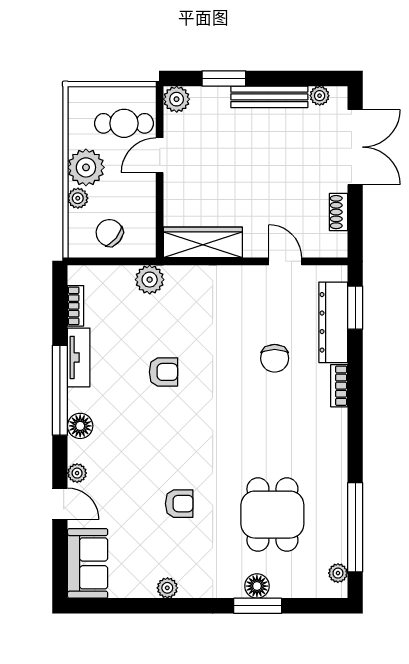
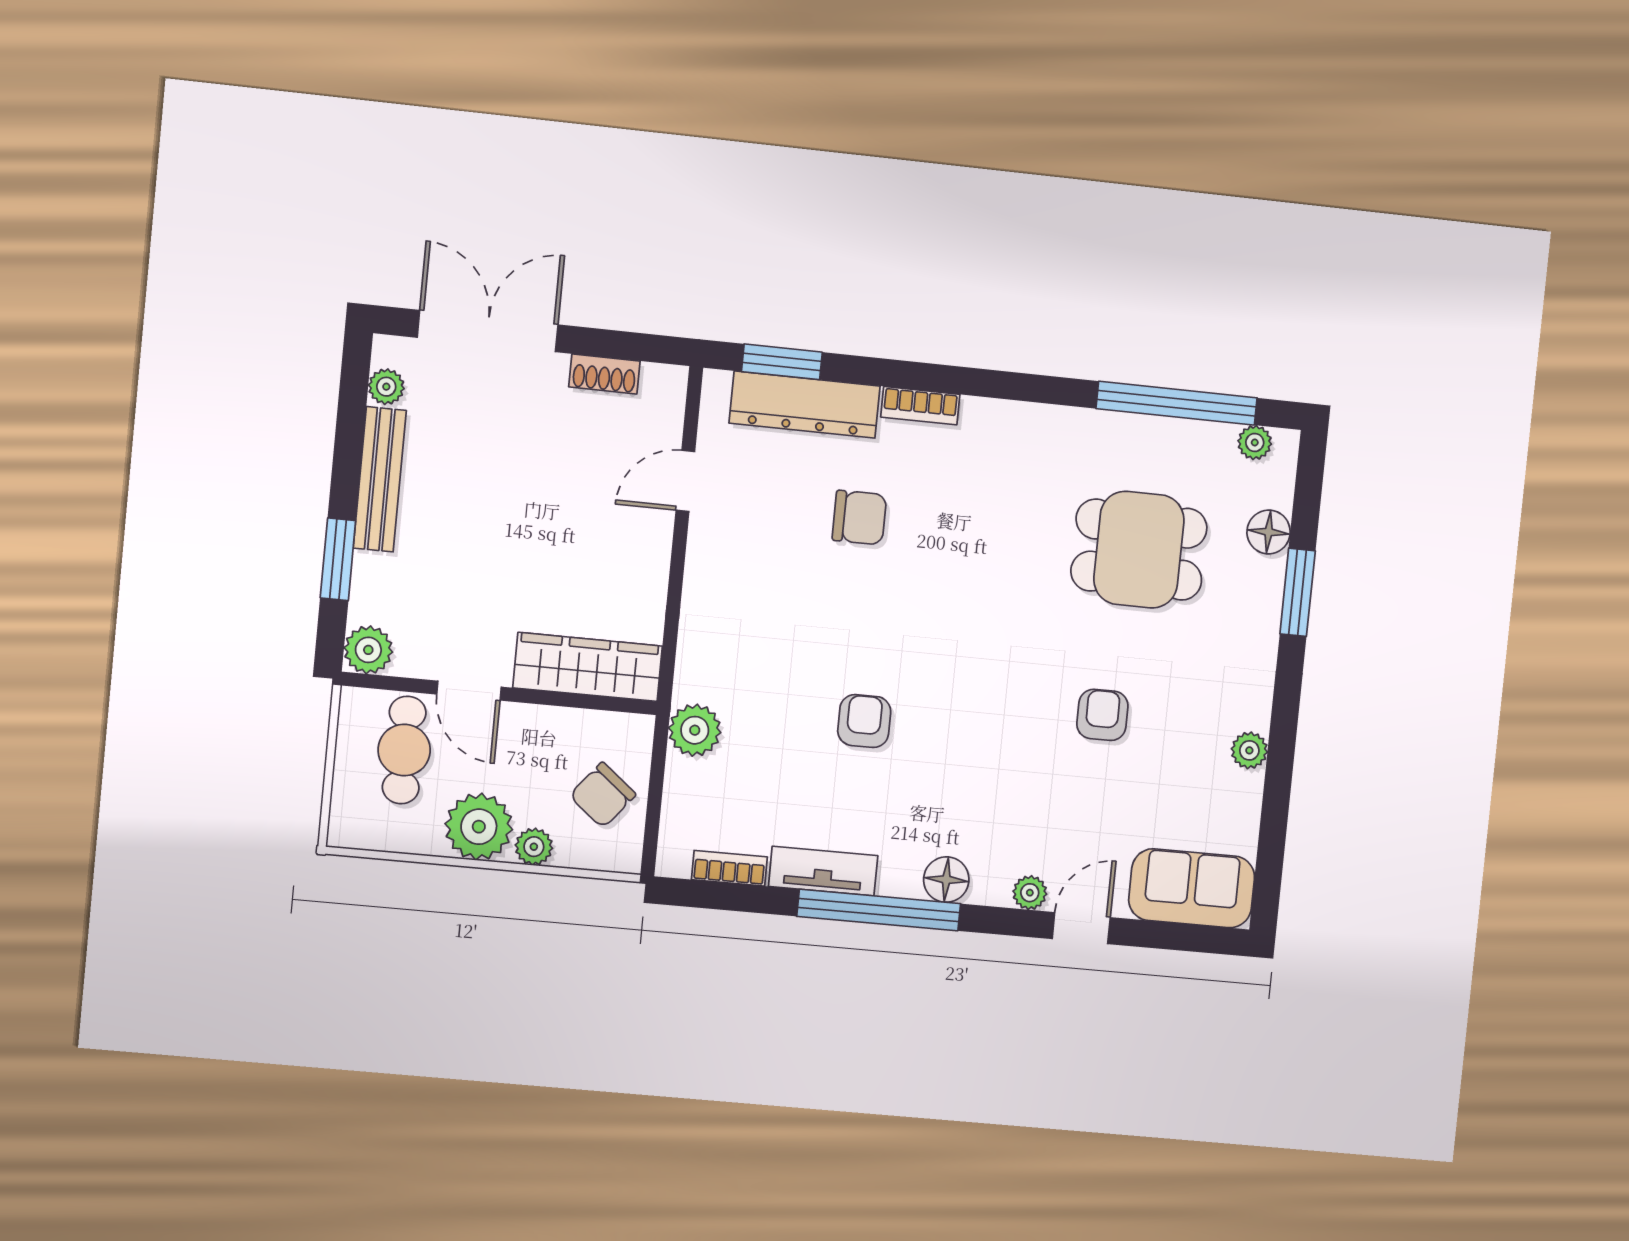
wardrobe: (203, 242) -> (588, 667), moved, turned 90
floor lamp: (257, 586) -> (1269, 532), moved

